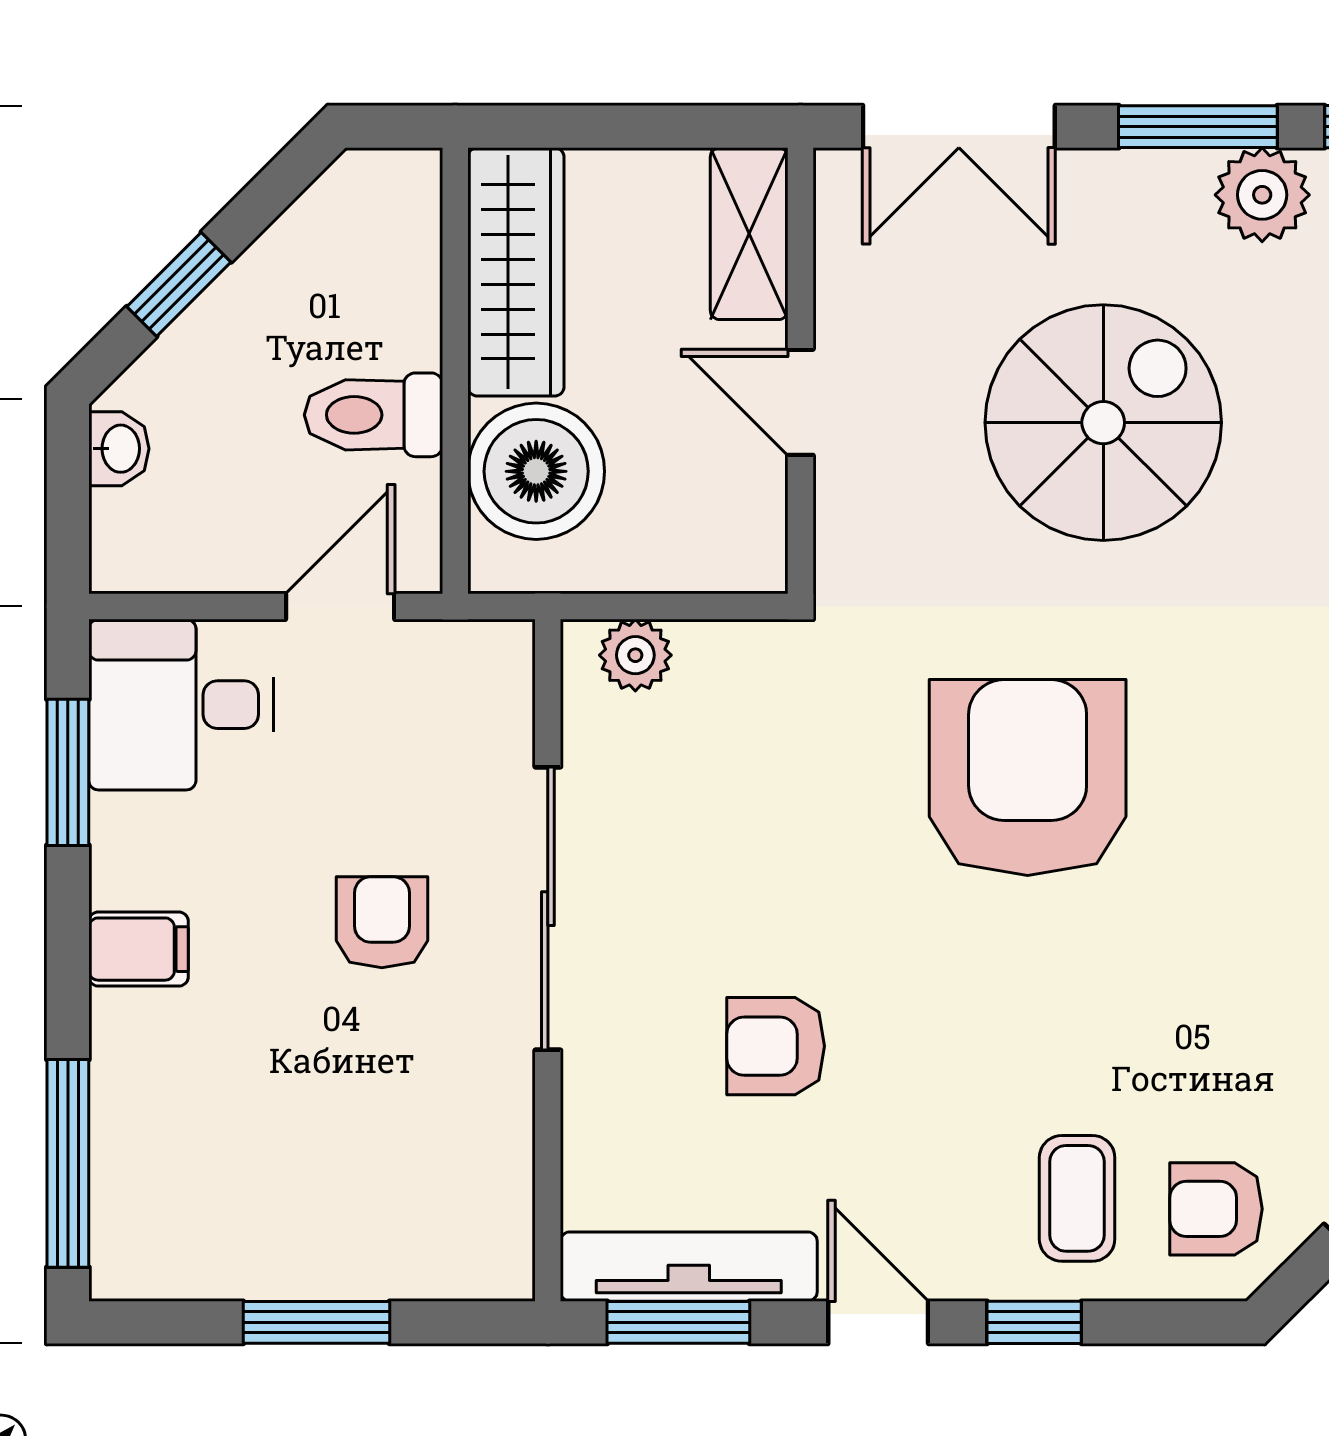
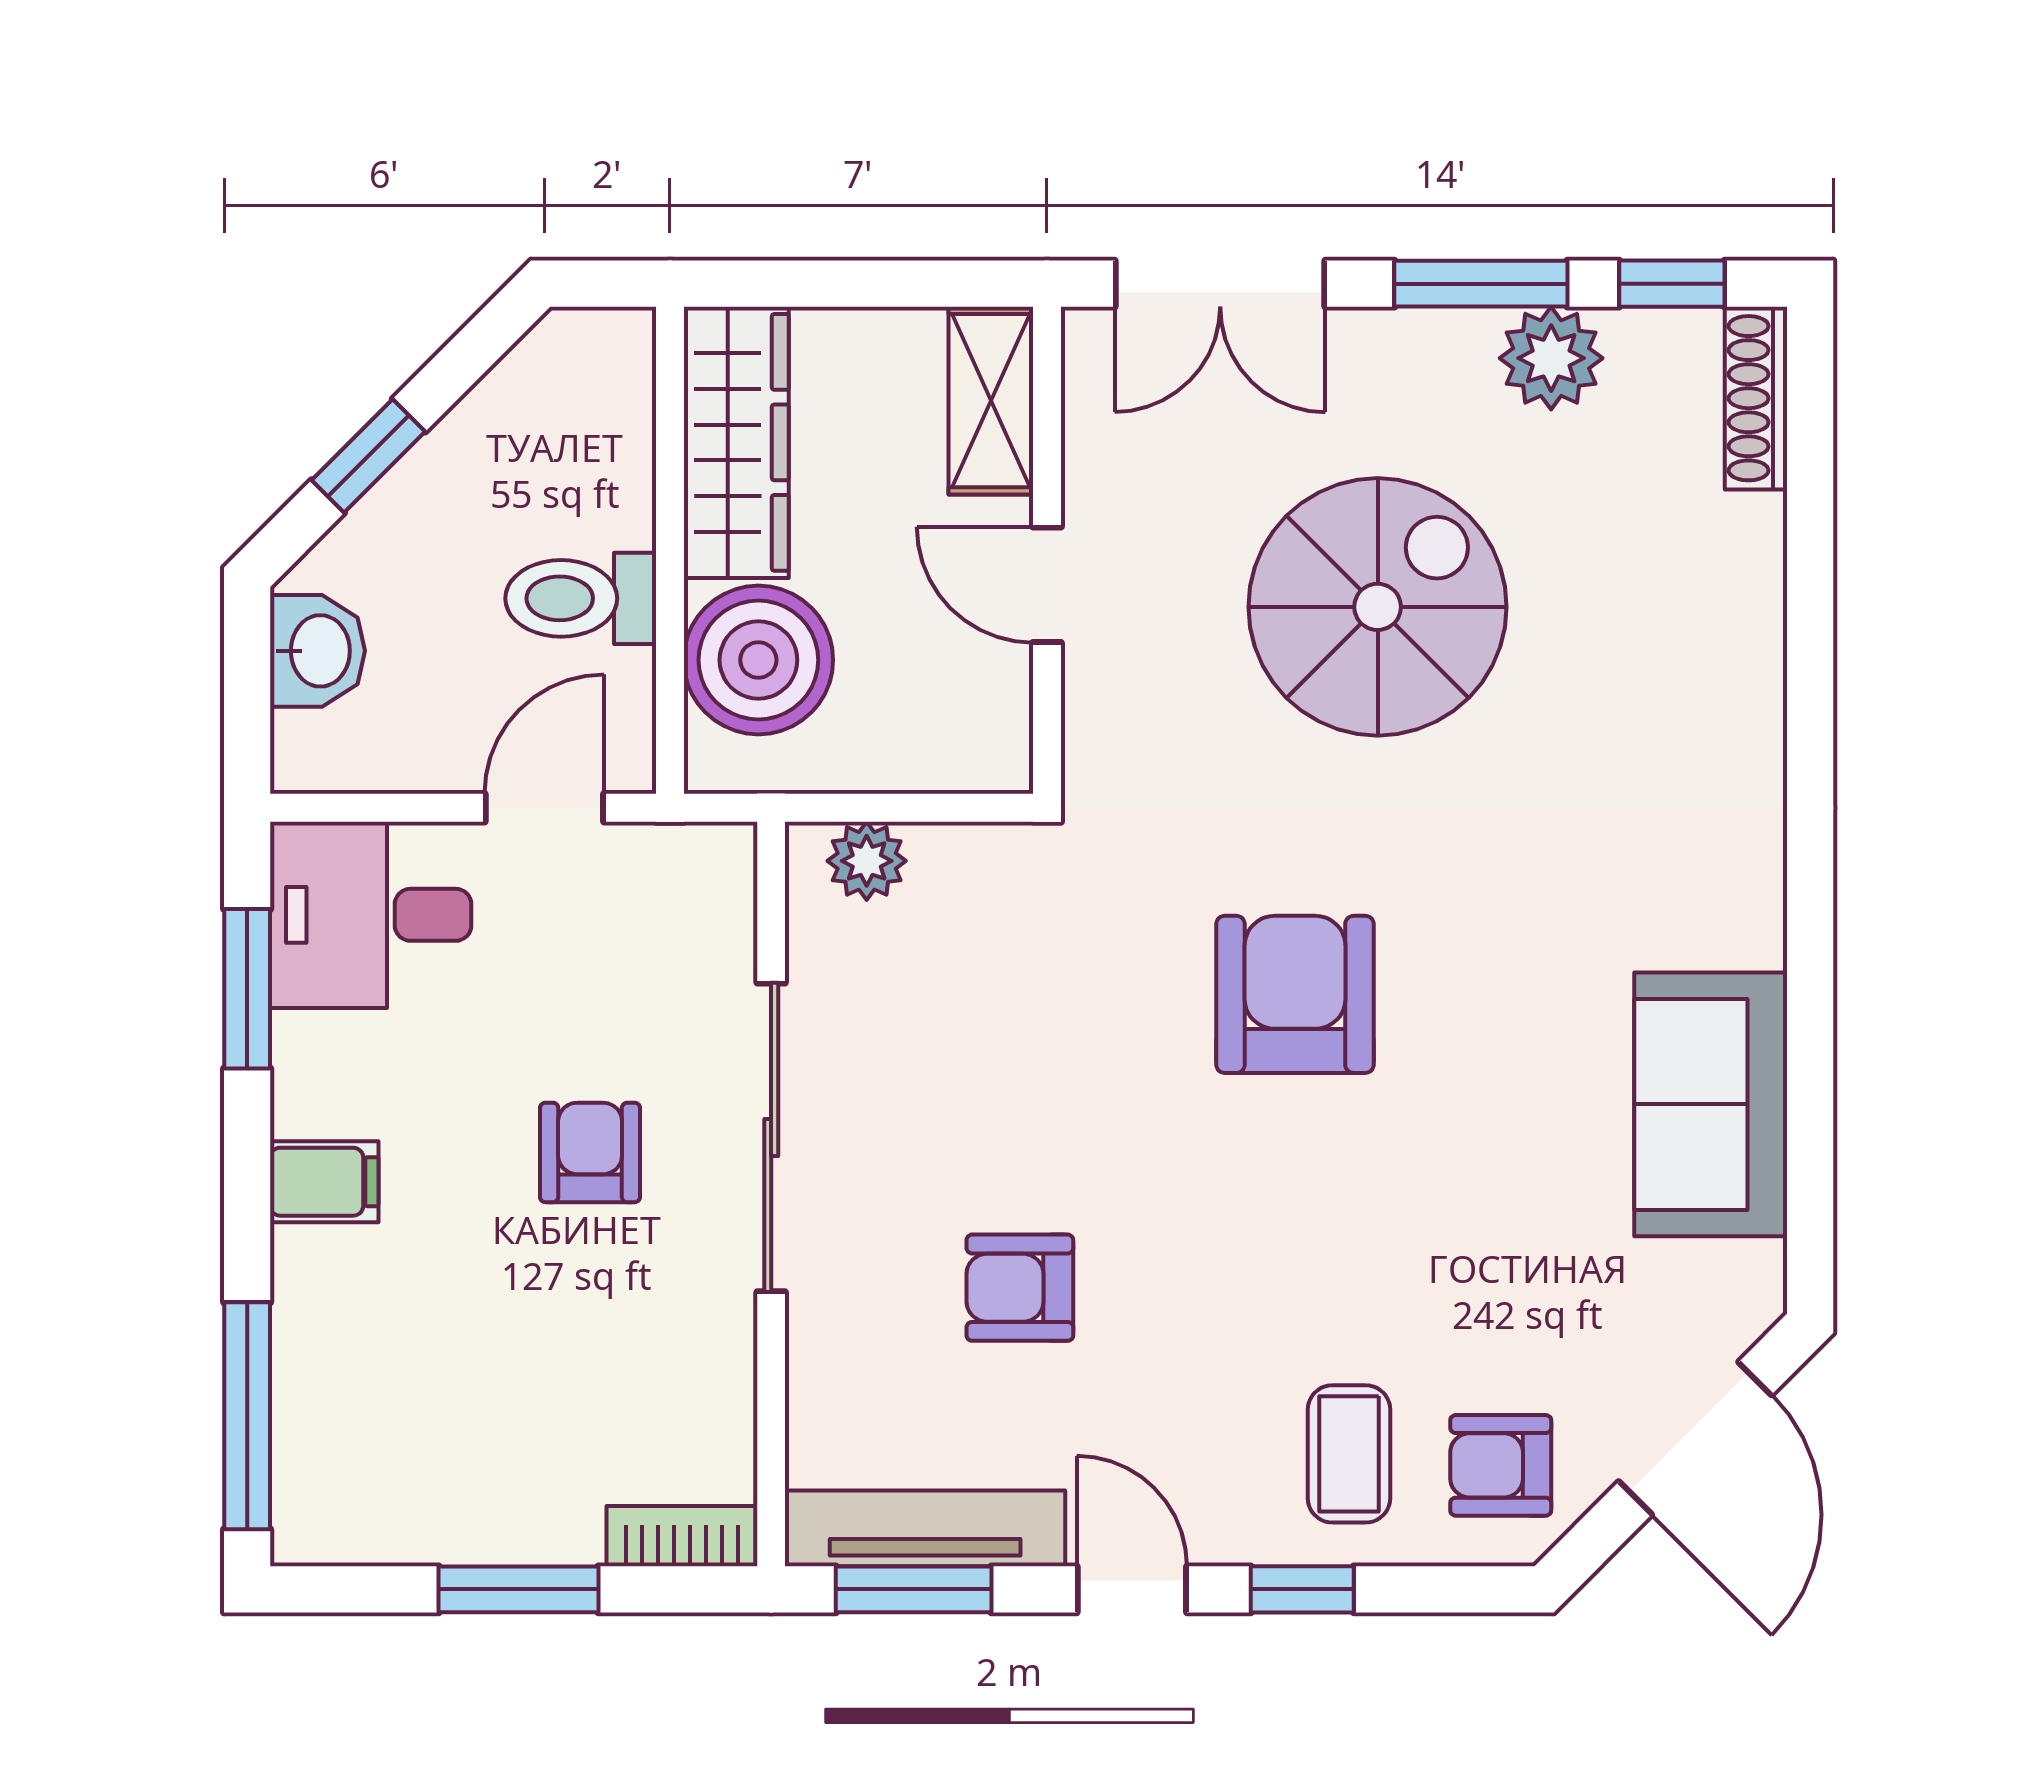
washbasin: (119, 449) -> (317, 651), width x1.38, depth x1.45
armchair: (1028, 777) -> (1295, 994), width x0.73, depth x0.73
bookcase: (466, 1274) -> (682, 1536), added

